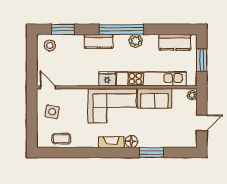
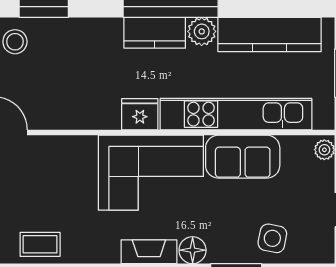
kitchen counter: (99, 41) -> (155, 33), moved
kitchen counter: (175, 42) -> (270, 35), width x1.50
side table: (52, 112) -> (272, 238), moved

